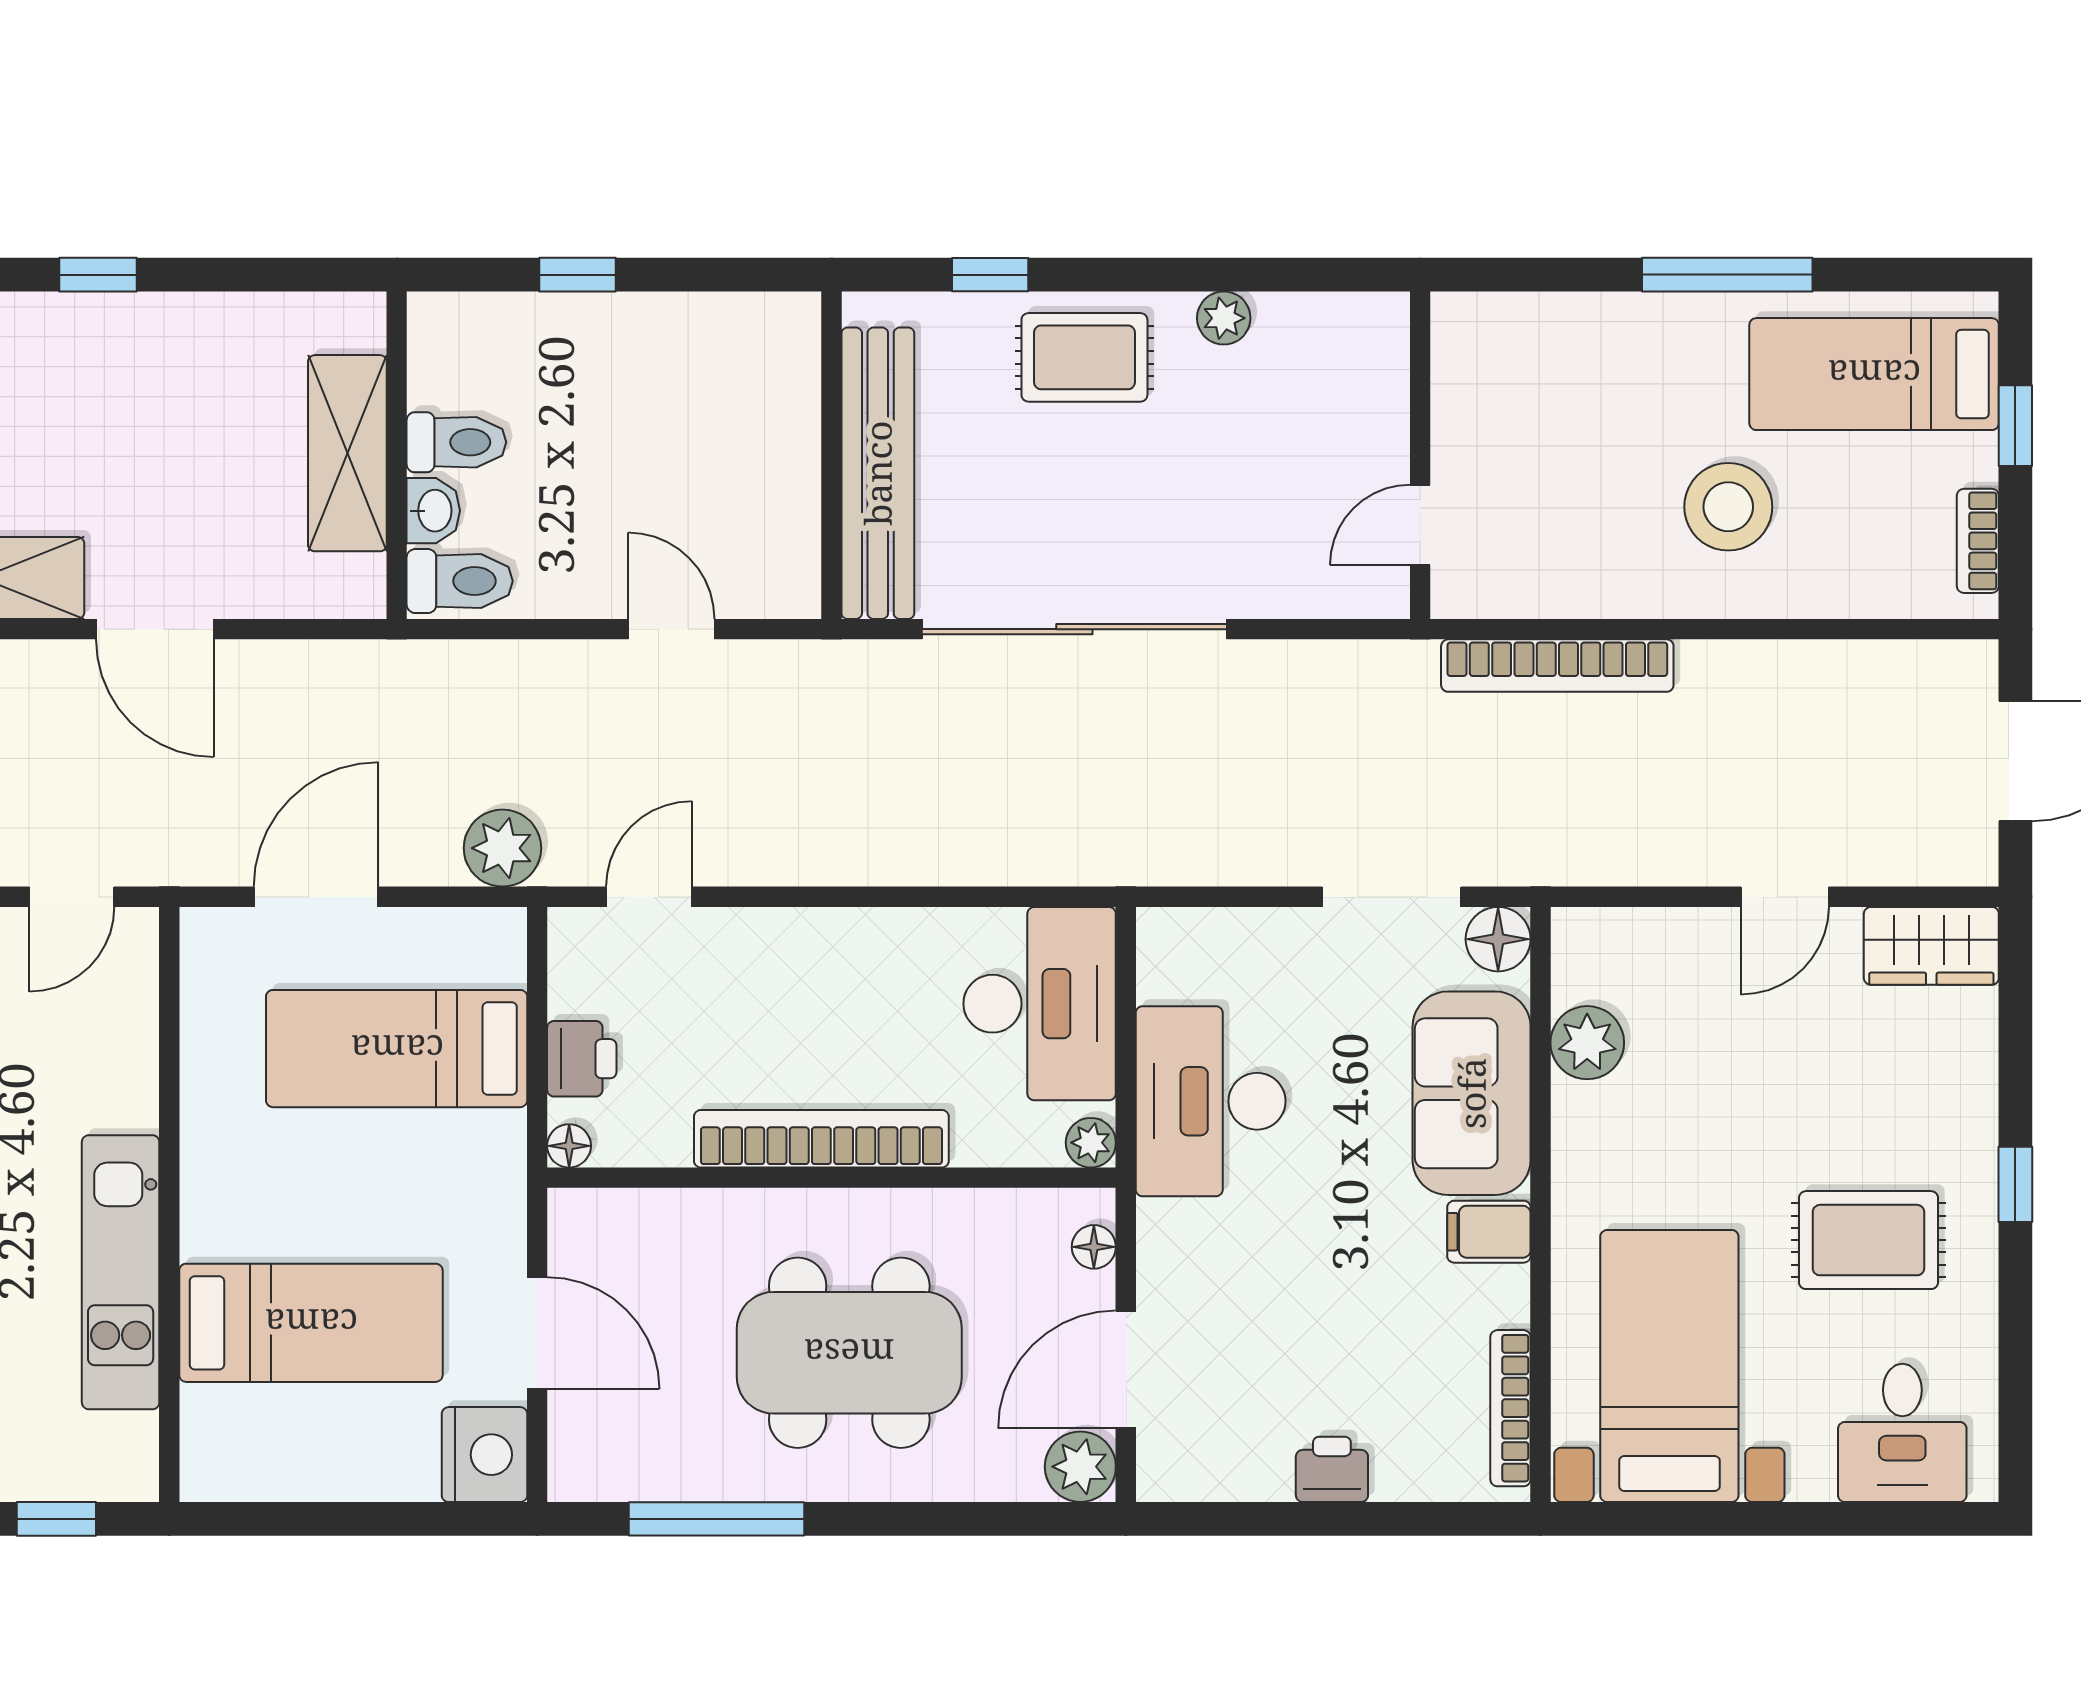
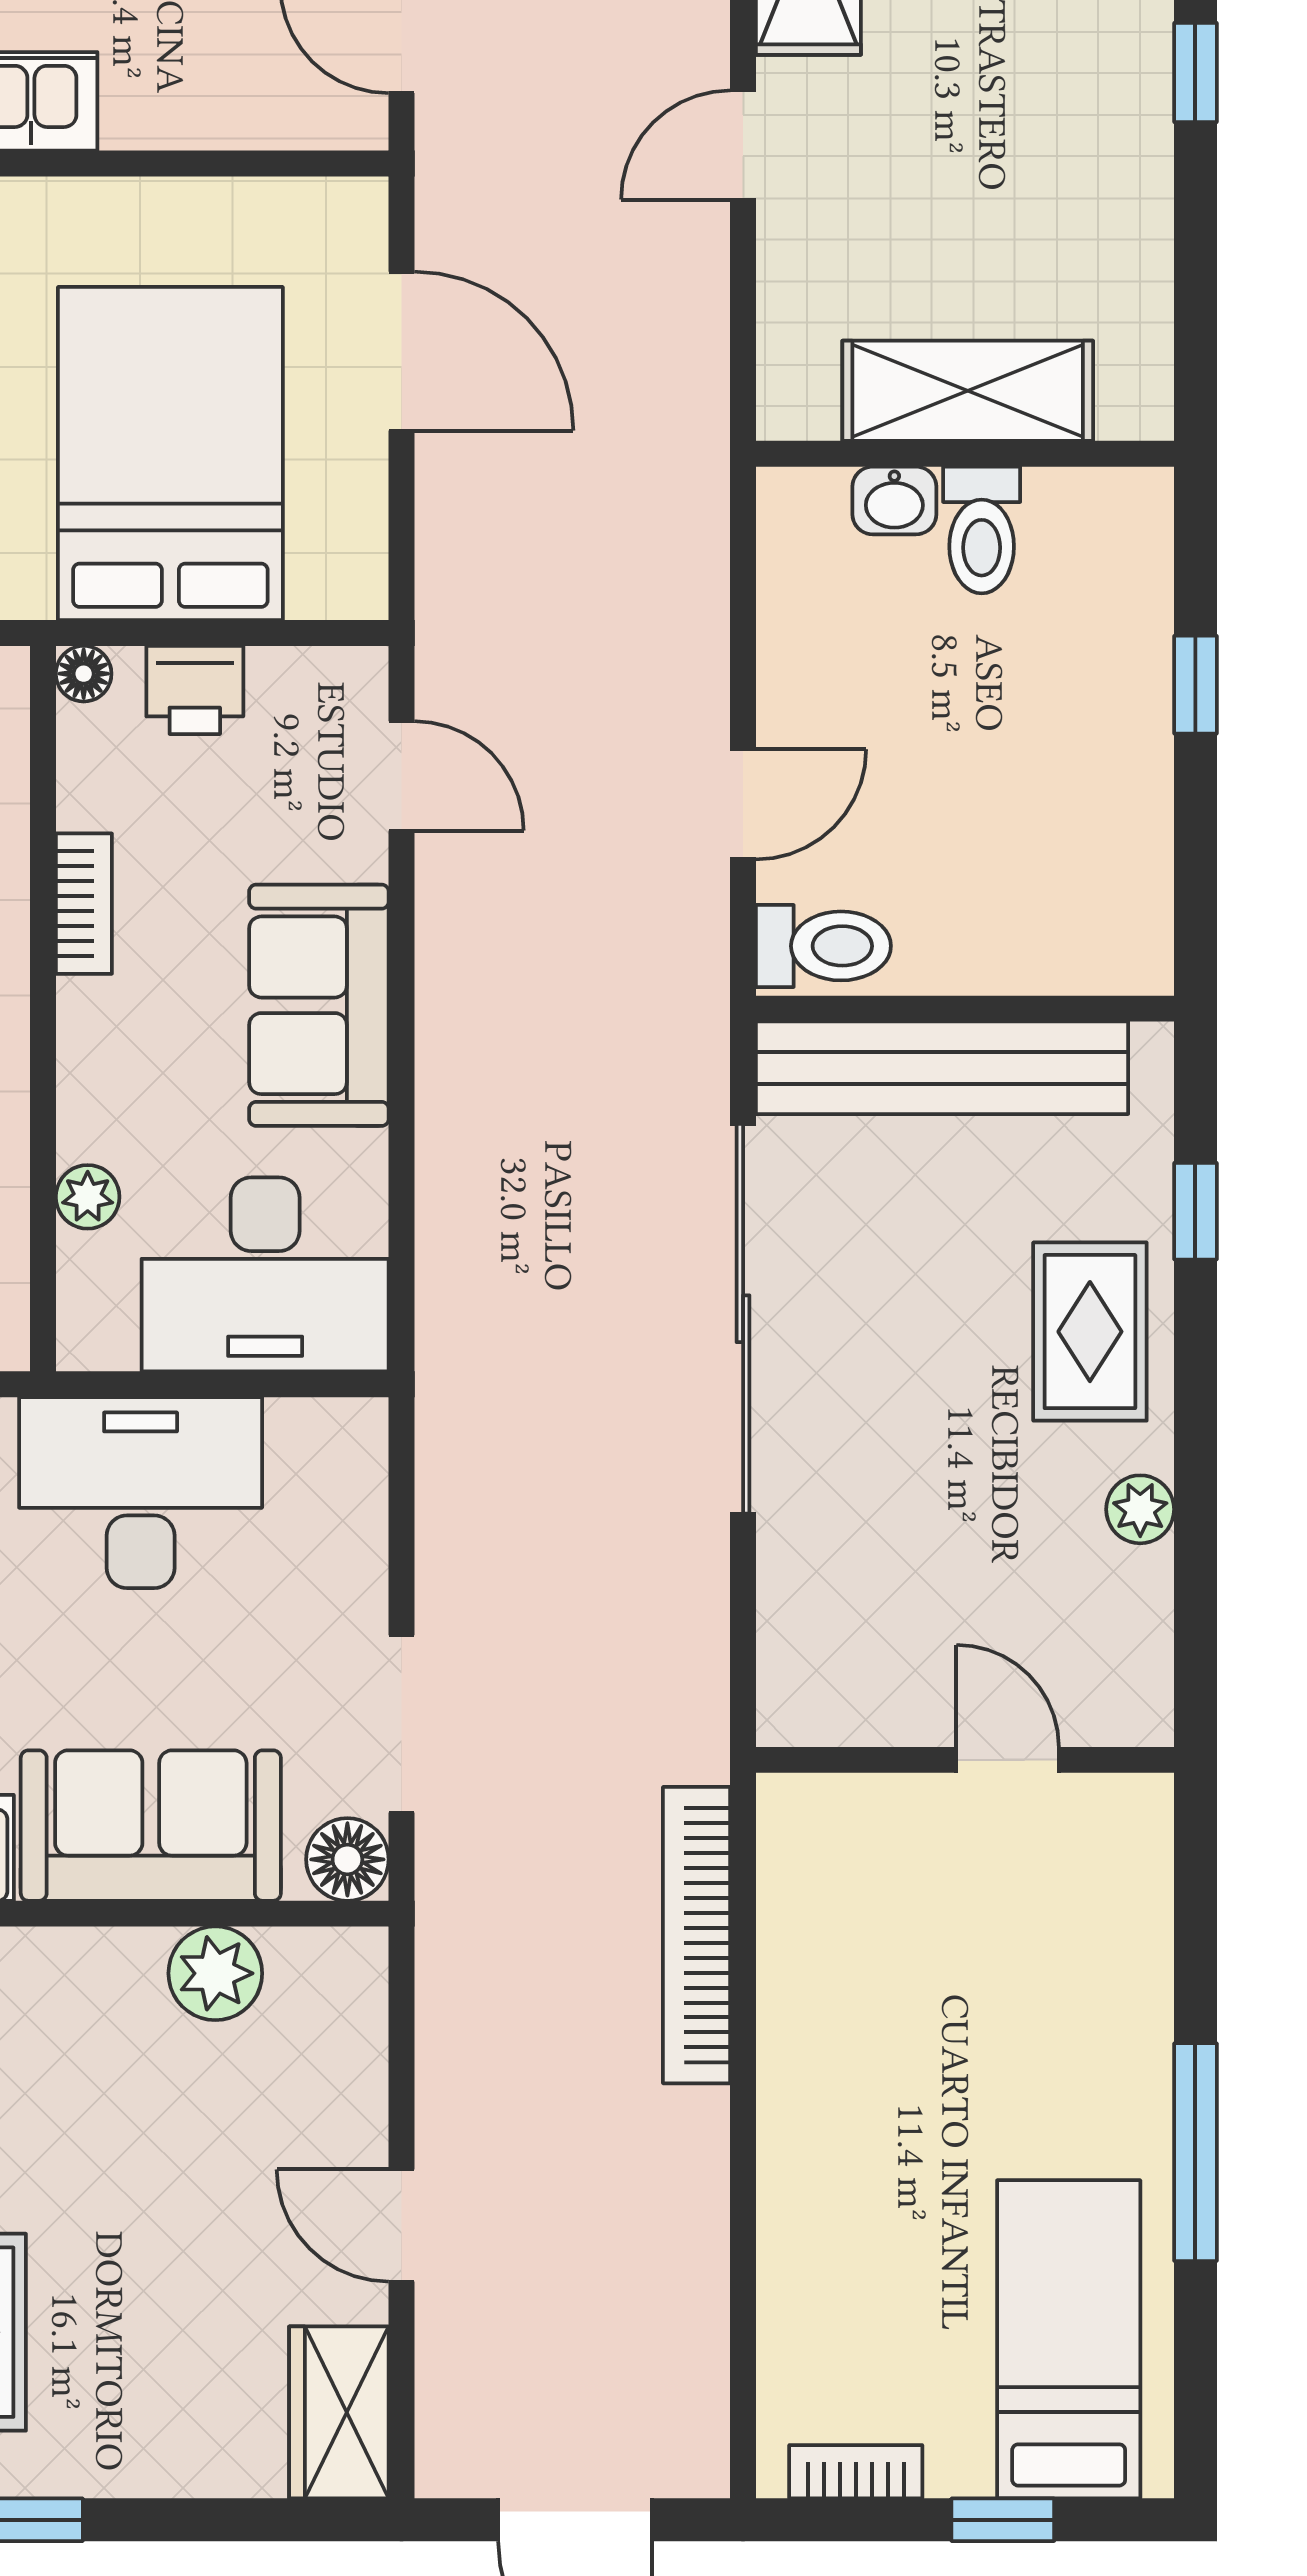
stool: (1728, 507) -> (899, 2153), removed
door: (1420, 525) -> (1008, 1760), moved
toilet: (460, 581) -> (823, 946), moved, turned -90
door: (155, 629) -> (743, 145), width x0.73
plant: (502, 848) -> (464, 589), removed
sofa: (829, 961) -> (319, 1005), added
bed: (397, 1049) -> (170, 454), width x1.50
bookcase: (821, 1139) -> (84, 904), width x0.43, depth x0.76
plant: (1091, 1143) -> (88, 1197), moved

